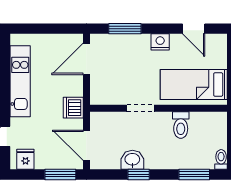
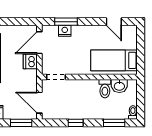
nightstand: (160, 42) -> (65, 31), moved
dishwasher: (73, 108) -> (30, 61), moved
doorway: (140, 108) -> (56, 77), moved
washbasin: (132, 160) -> (119, 86), moved, turned 180

